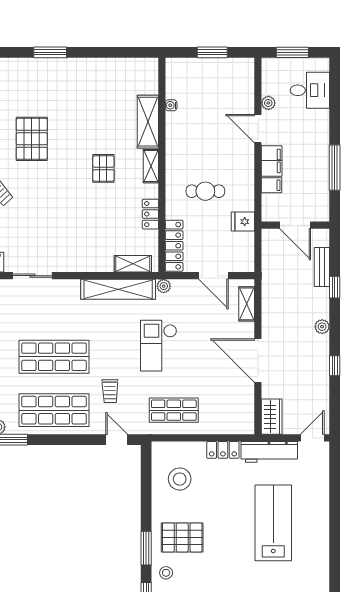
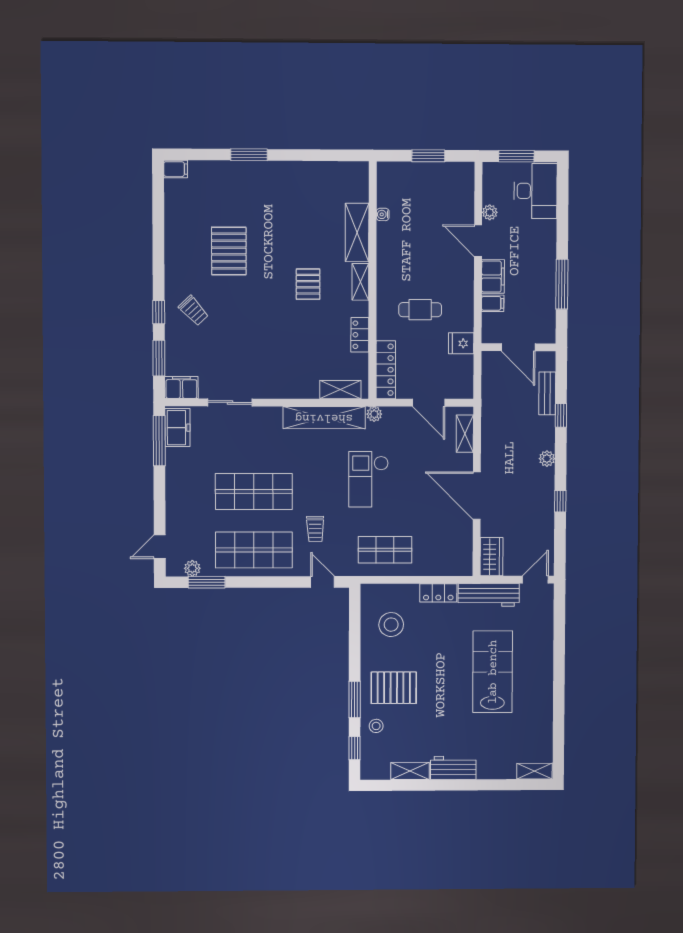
desk: (310, 90) -> (535, 191), width x1.37

